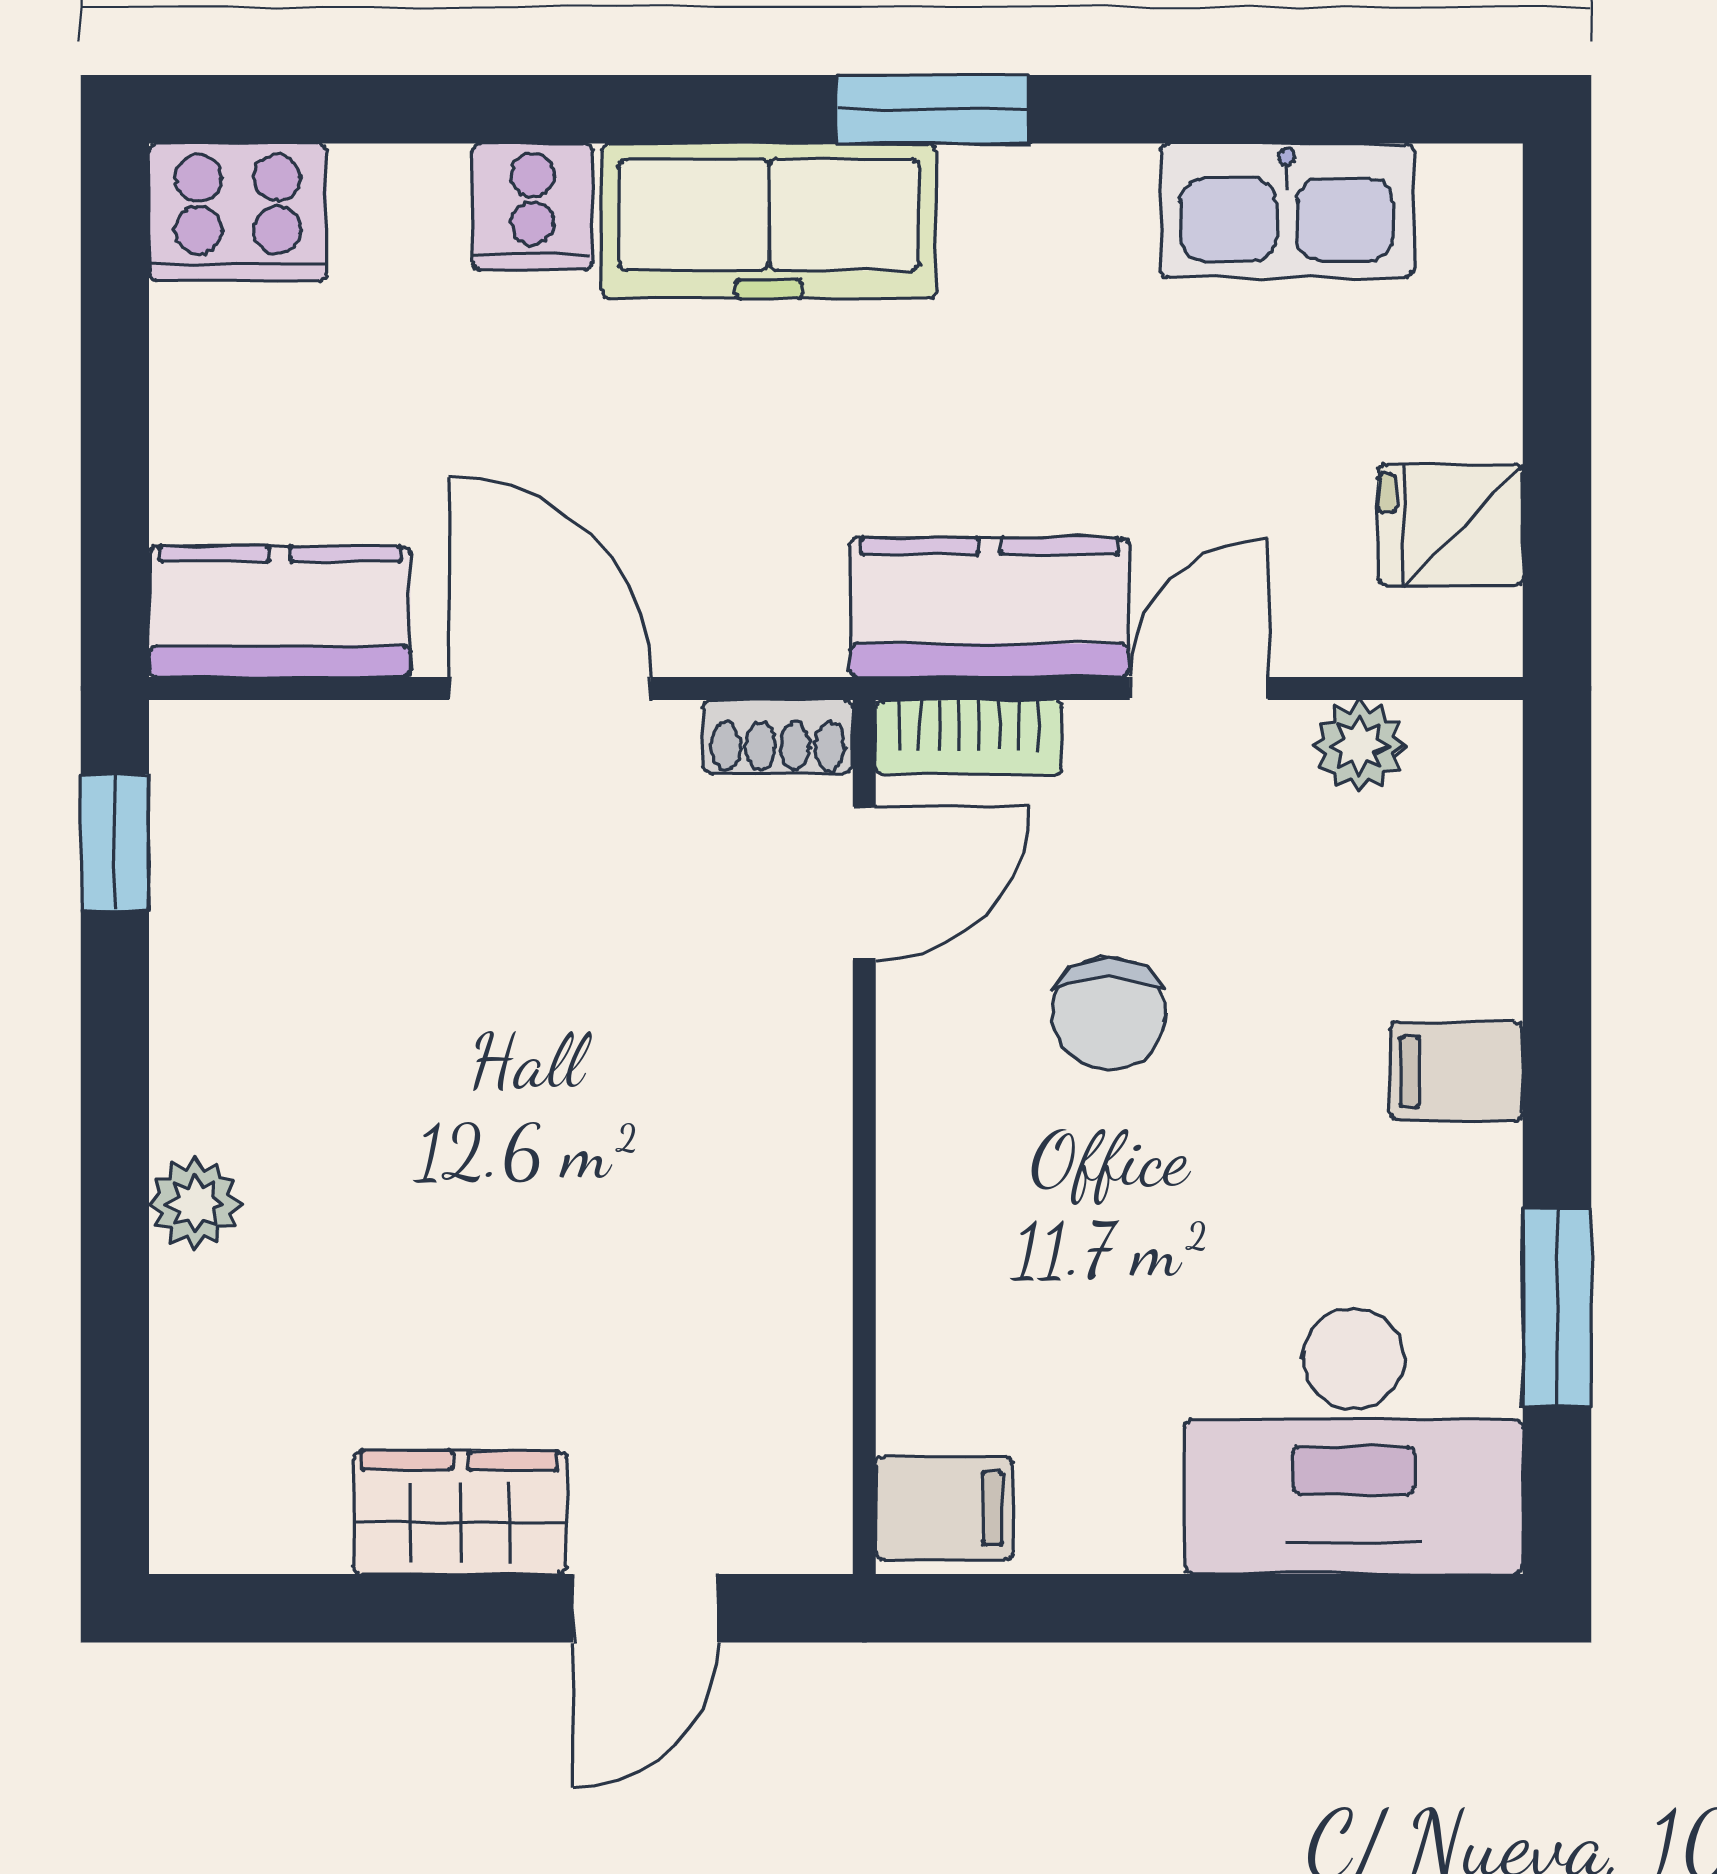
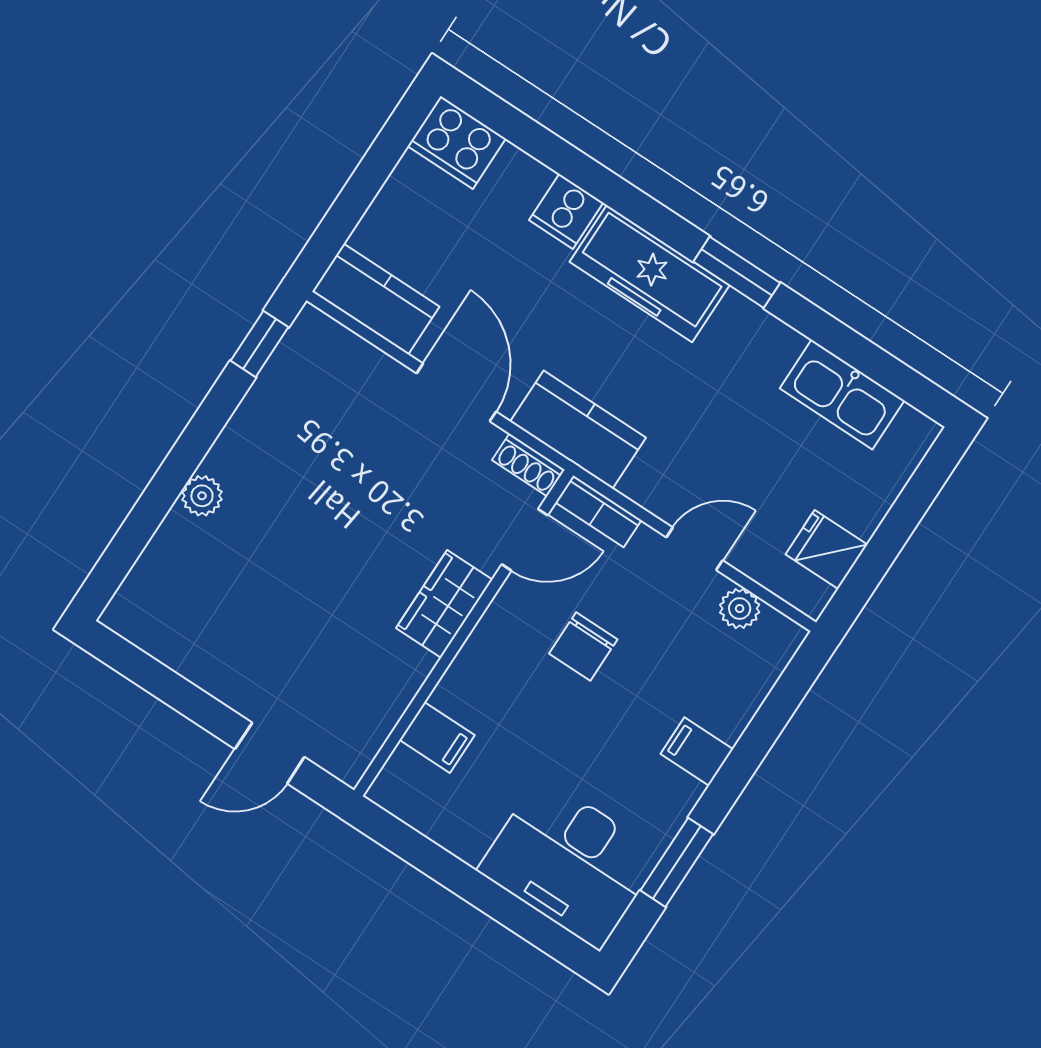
kitchen counter: (990, 607) -> (578, 430), moved
filing cabinet: (945, 1508) -> (437, 738), moved
wardrobe: (460, 1512) -> (444, 604), moved, turned -90

